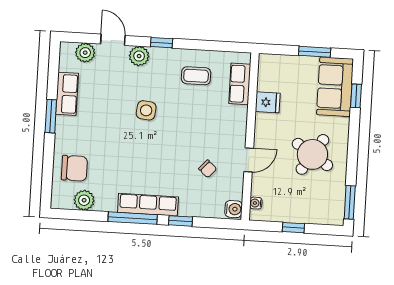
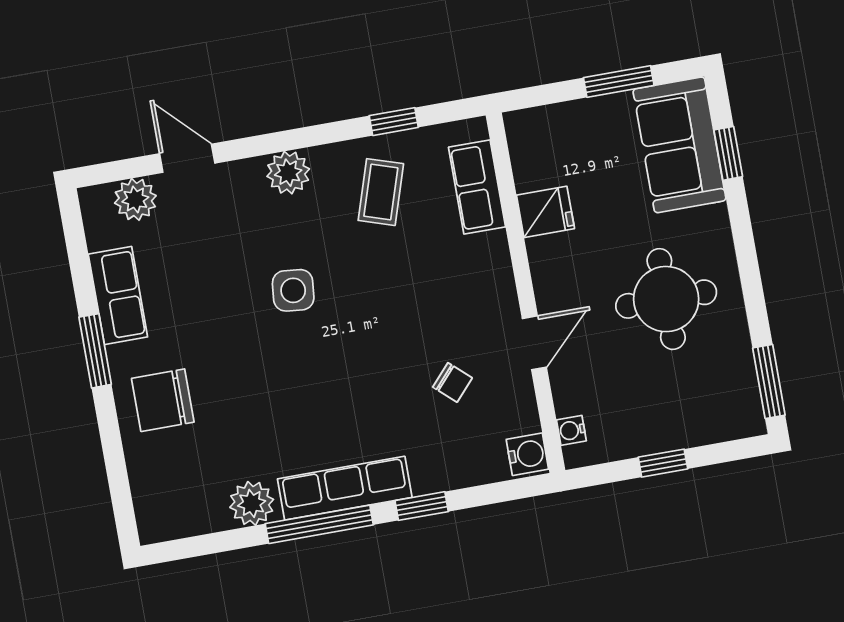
window: (162, 43) -> (394, 122), moved
plant: (139, 56) -> (288, 173), moved
coffee table: (196, 76) -> (381, 192), turned -72
round table: (312, 154) -> (666, 299), turned -33
chair: (74, 168) -> (163, 400), moved, turned 180
plant: (84, 200) -> (252, 503), moved

